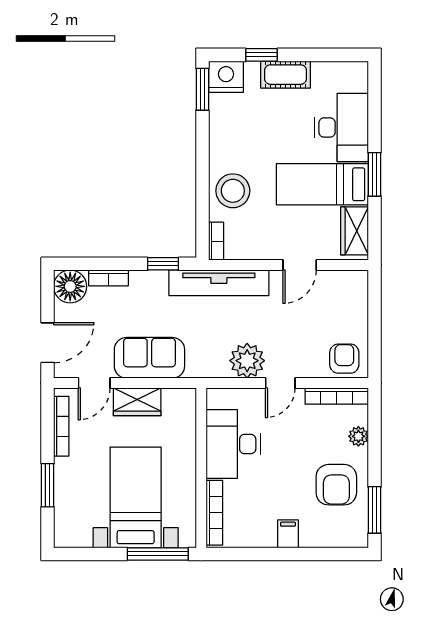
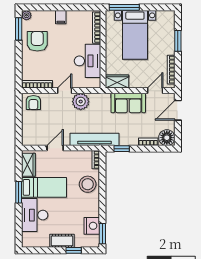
nightstand: (226, 77) -> (92, 226), moved, turned -90
wardrobe: (137, 402) -> (117, 82), moved
plant: (358, 436) -> (26, 15), moved

